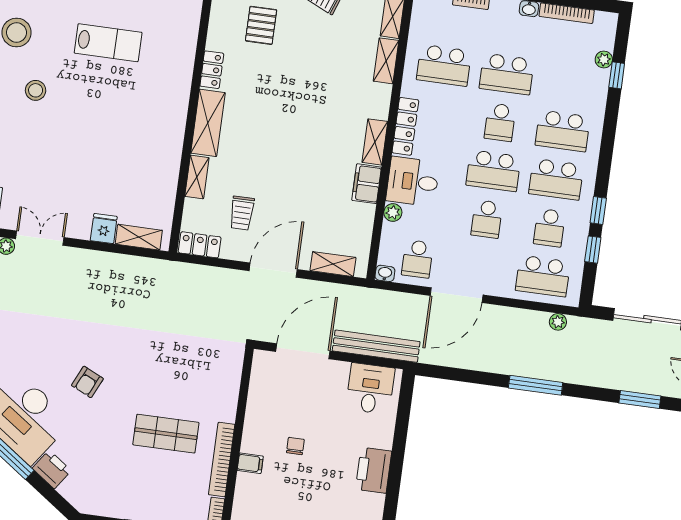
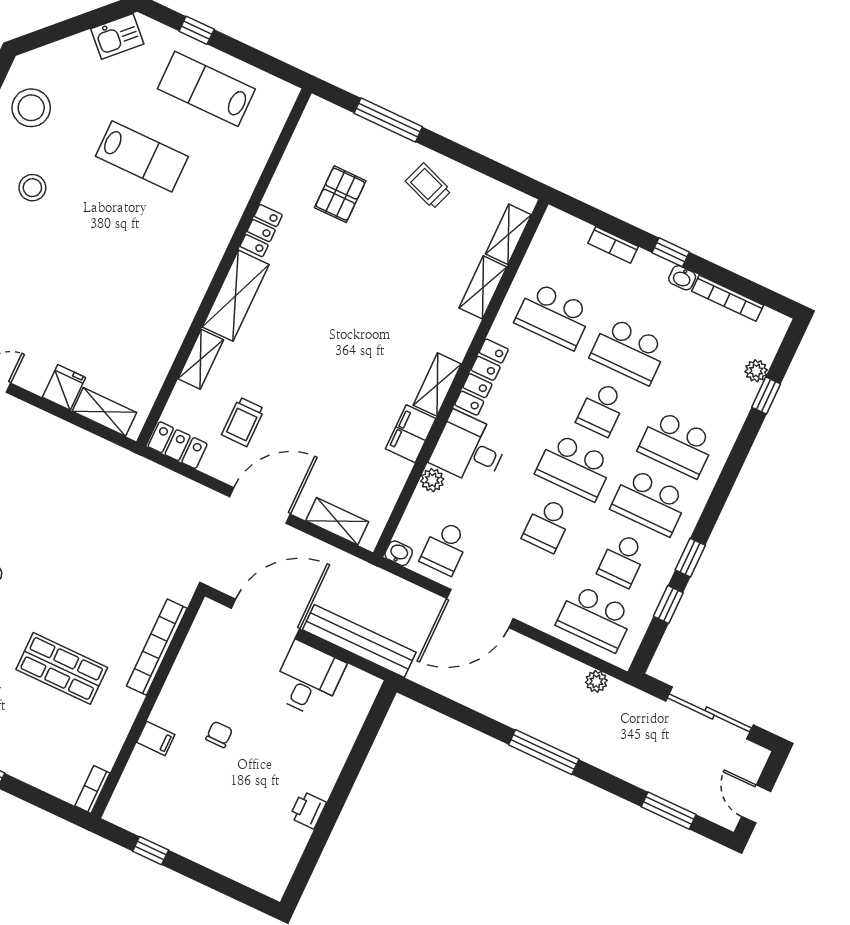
desk: (370, 389) -> (308, 679), moved
bookcase: (222, 460) -> (157, 647), moved
printer: (374, 470) -> (308, 810), width x0.53, depth x0.68

